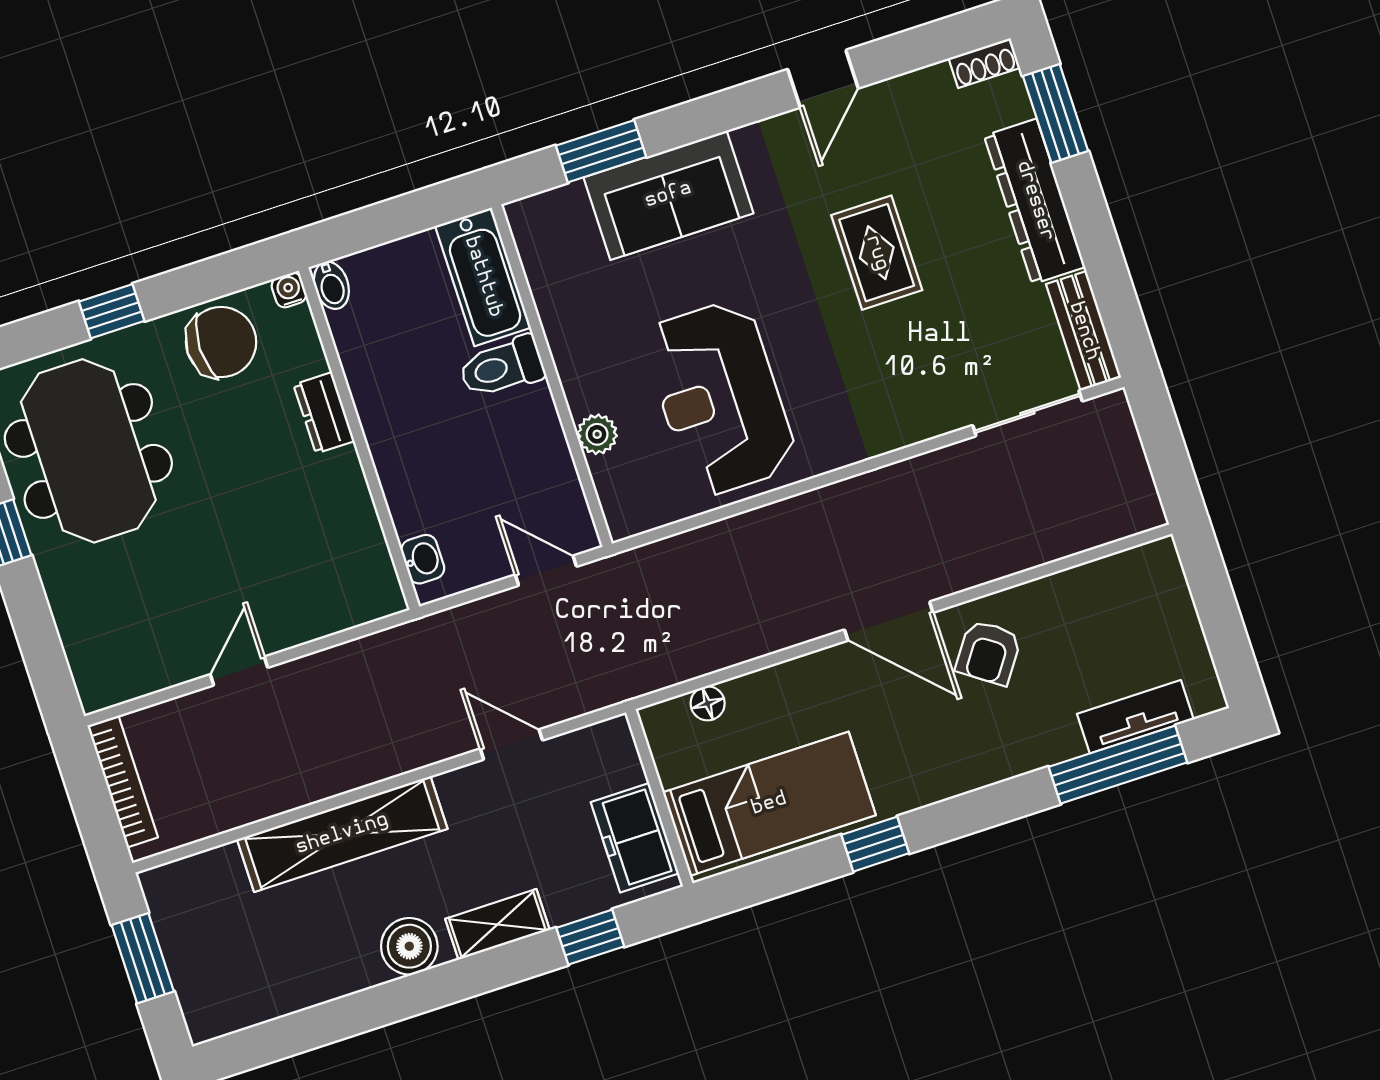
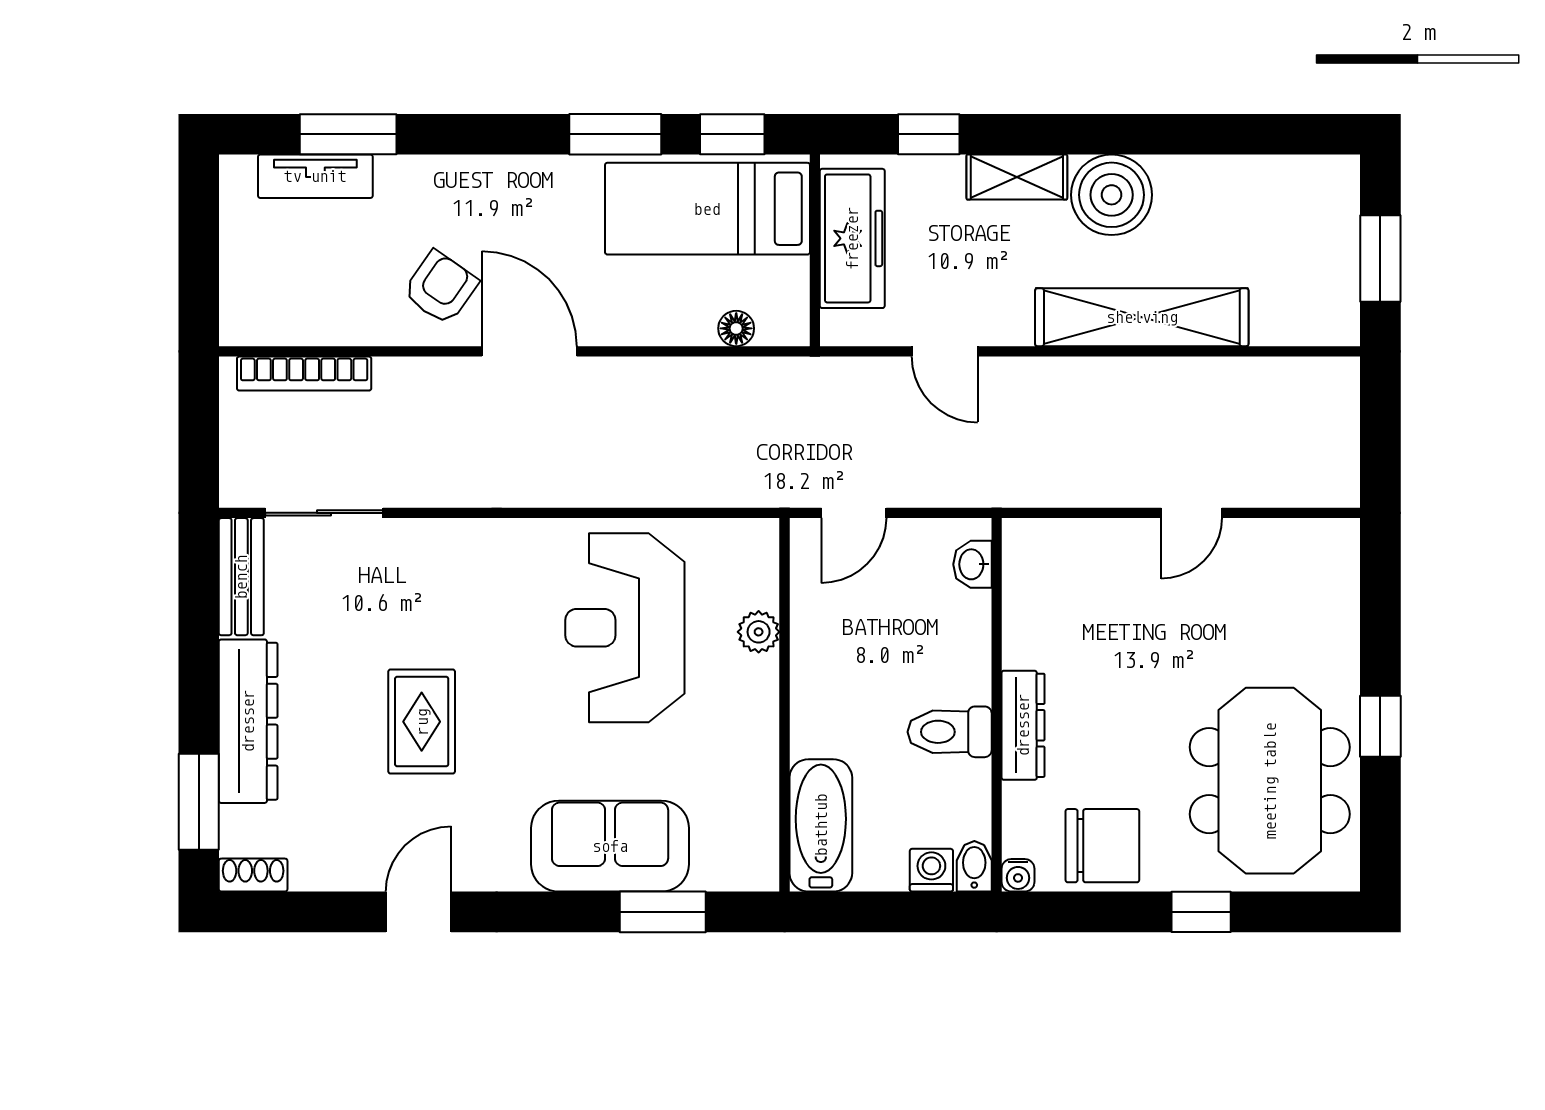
washing machine: (369, 269) -> (931, 870), added
chair: (221, 342) -> (1102, 846), turned 180
toilet: (502, 367) -> (950, 732), moved, turned 180
reception desk: (720, 398) -> (625, 628), turned 180
dresser: (324, 413) -> (1023, 725), width x1.44
door: (546, 571) -> (854, 513), hinge flipped
window: (1118, 765) -> (348, 134), width x0.69
bookcase: (123, 781) -> (304, 374), moved, turned -90
freezer: (635, 838) -> (852, 238), width x1.40
window: (875, 844) -> (615, 134), width x1.50
window: (769, 879) -> (732, 134), added
boiler: (409, 946) -> (1112, 195), width x1.37, depth x1.37

